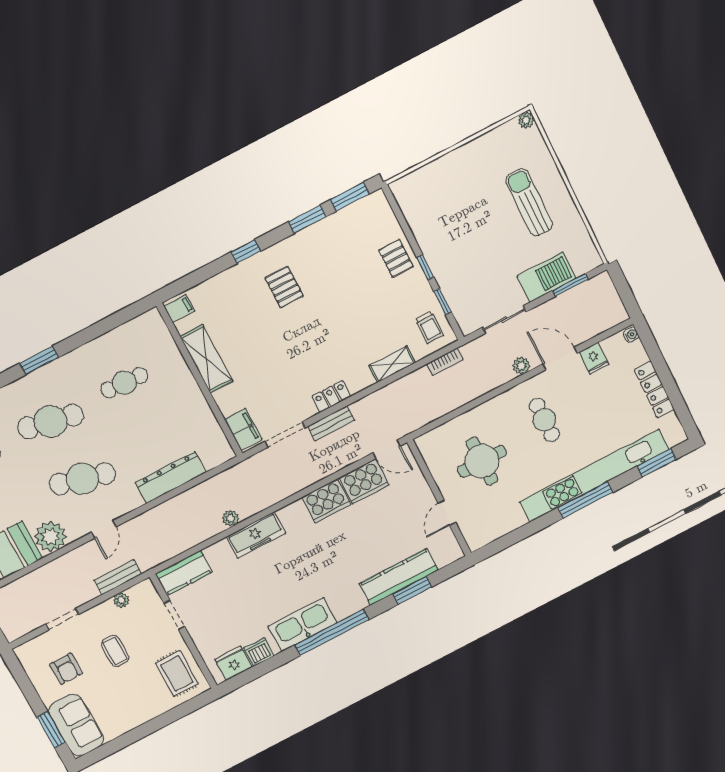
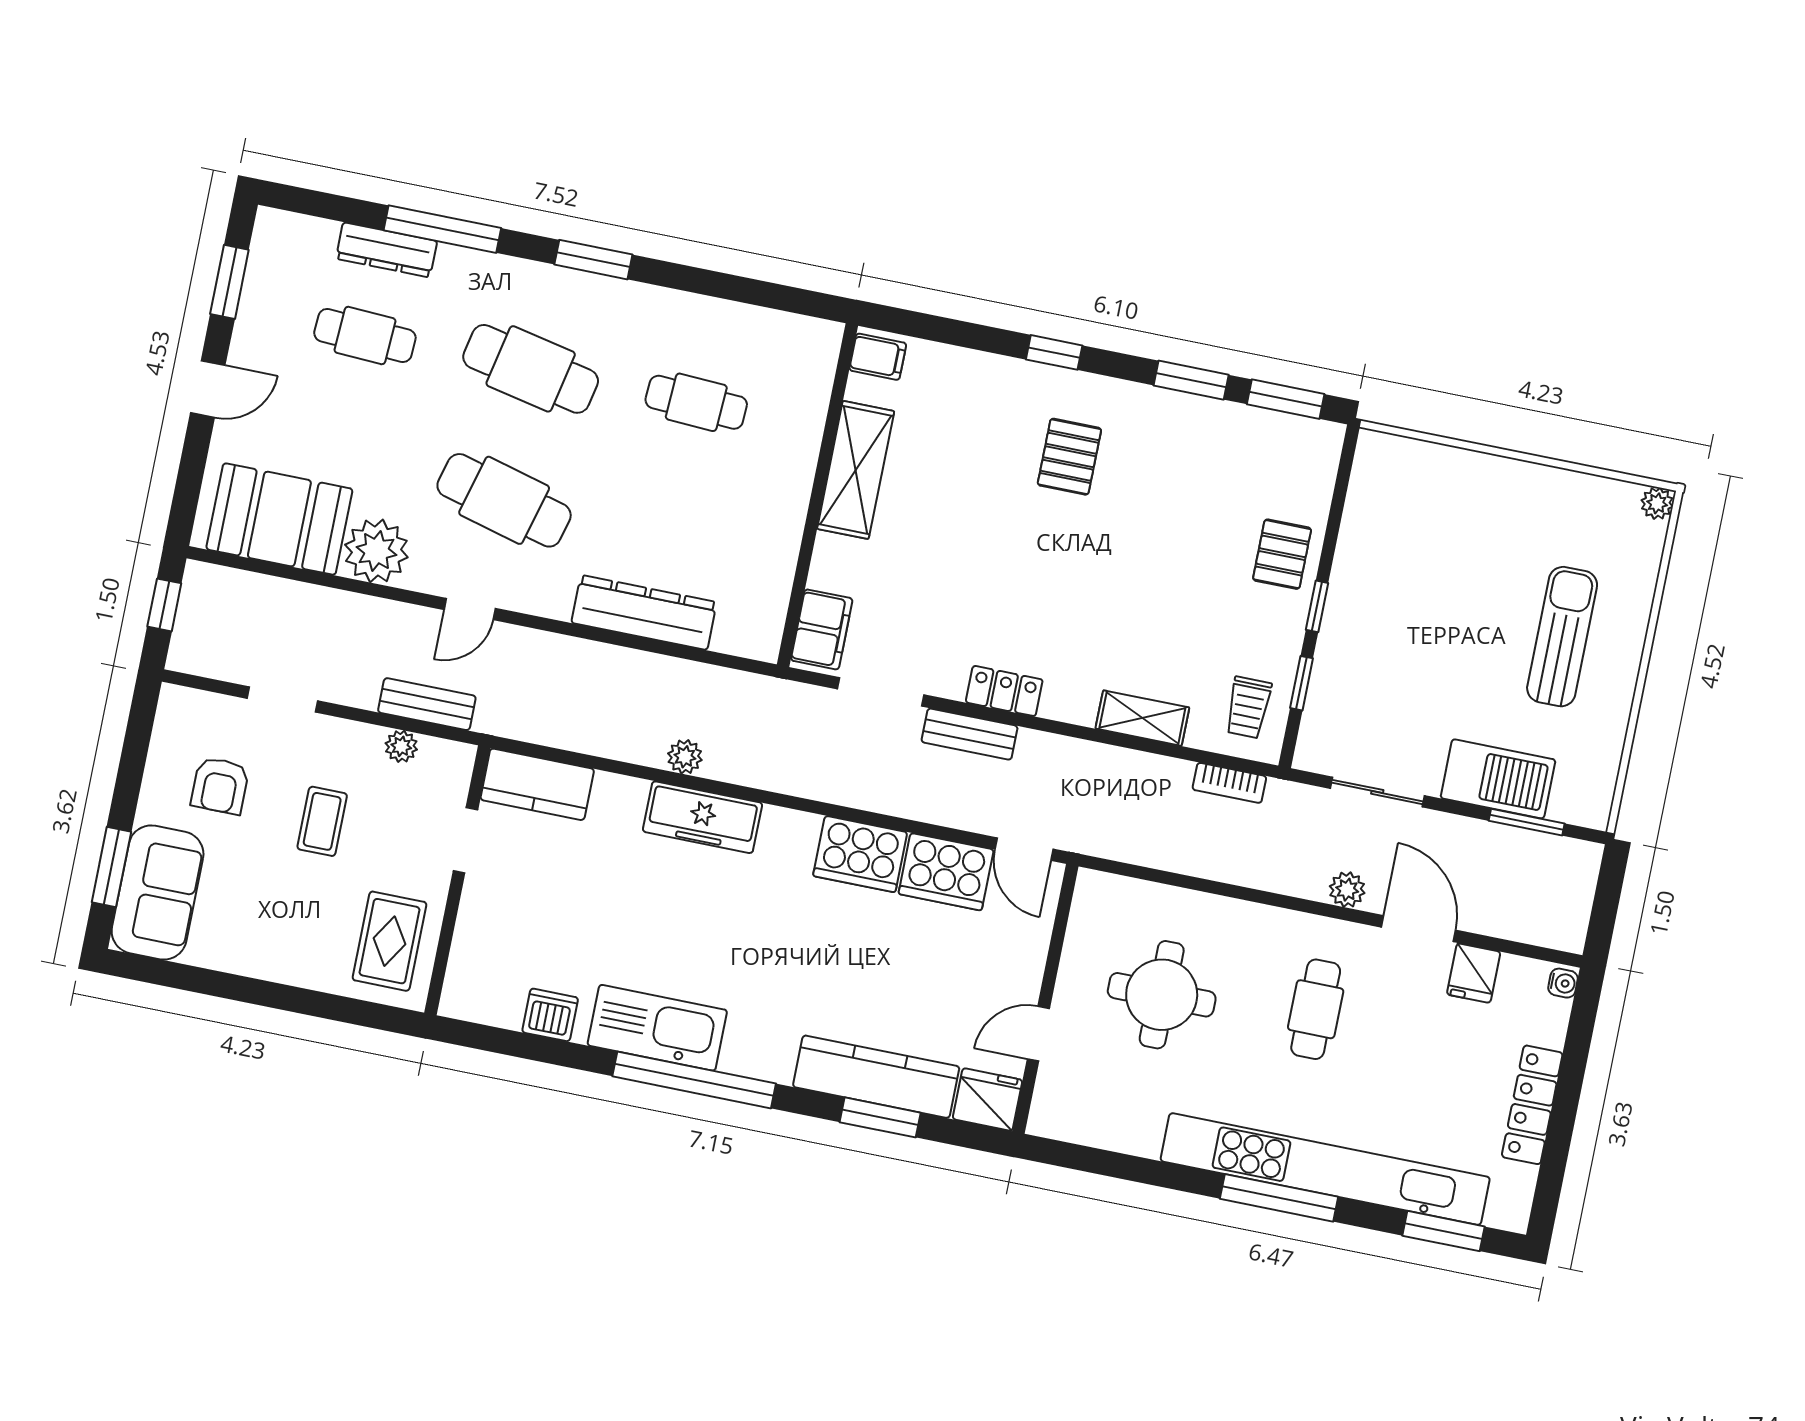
fridge: (233, 663) -> (988, 1099), moved

